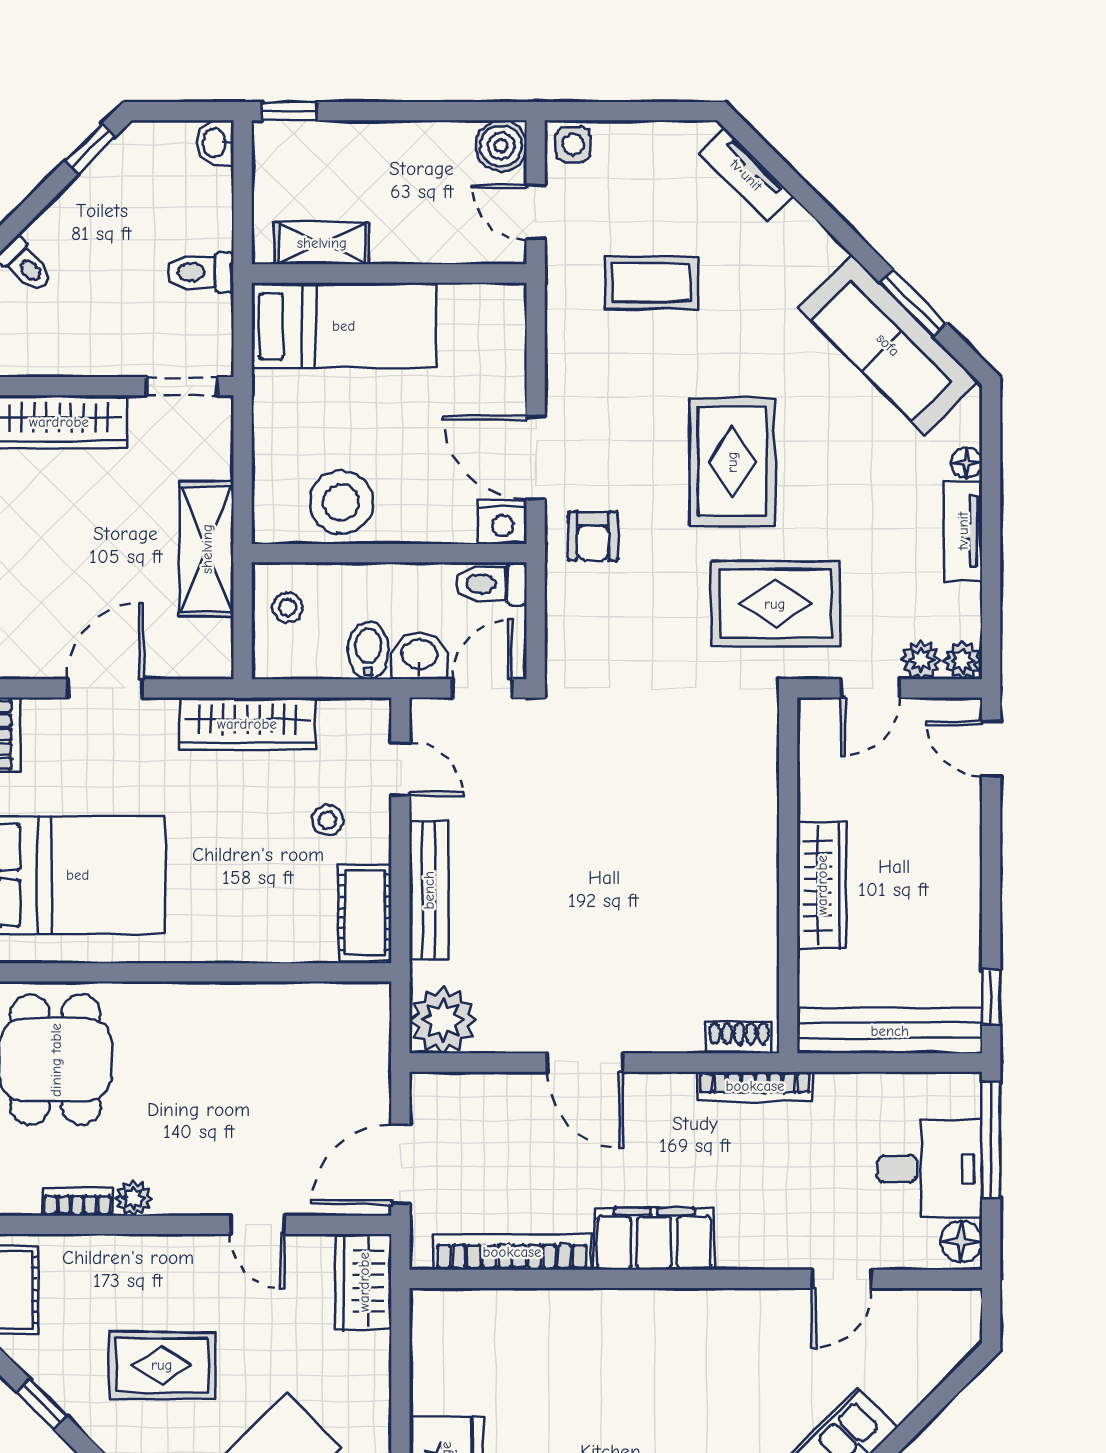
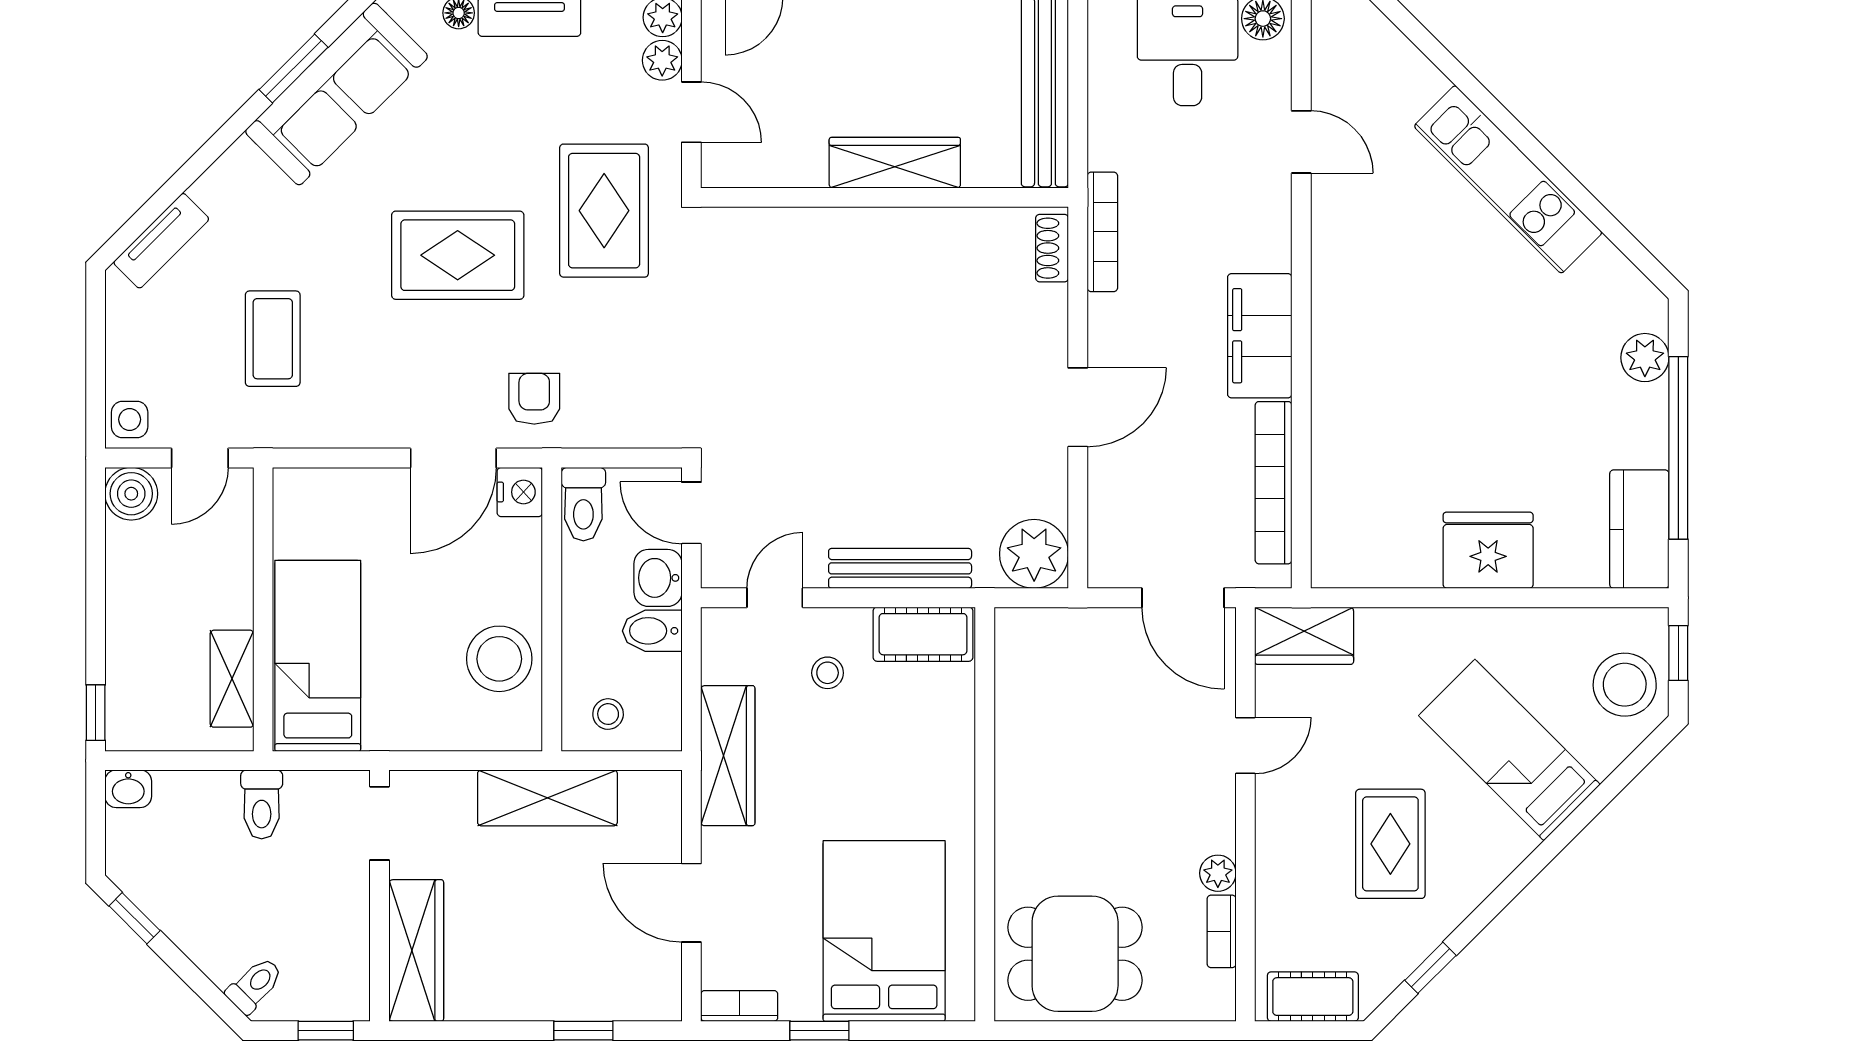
armchair: (593, 536) -> (534, 399), turned -90

